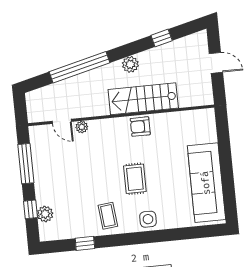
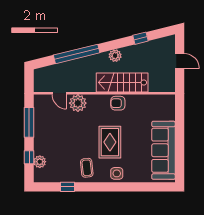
plant: (82, 127) -> (78, 103), width x1.88, depth x1.88
rug: (135, 179) -> (110, 142), width x1.36, depth x1.43

